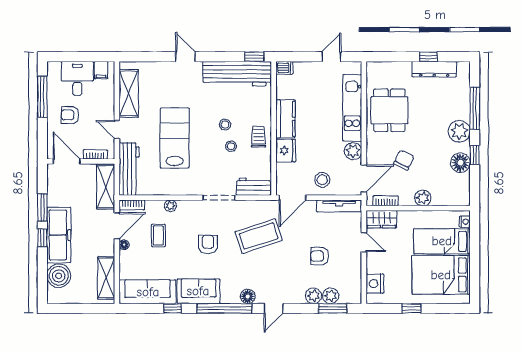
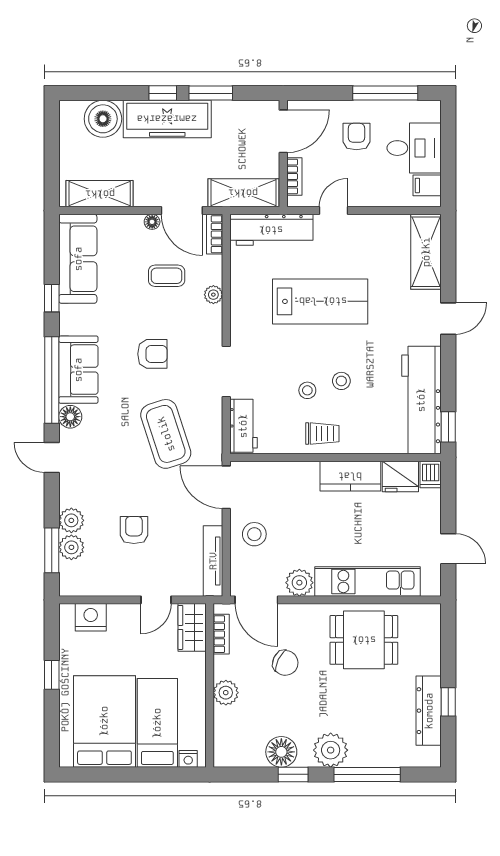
shelving: (129, 93) -> (426, 252), moved, turned 90
fridge: (286, 151) -> (400, 476), moved
sofa: (198, 291) -> (78, 370), moved

